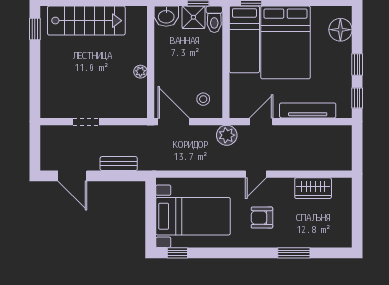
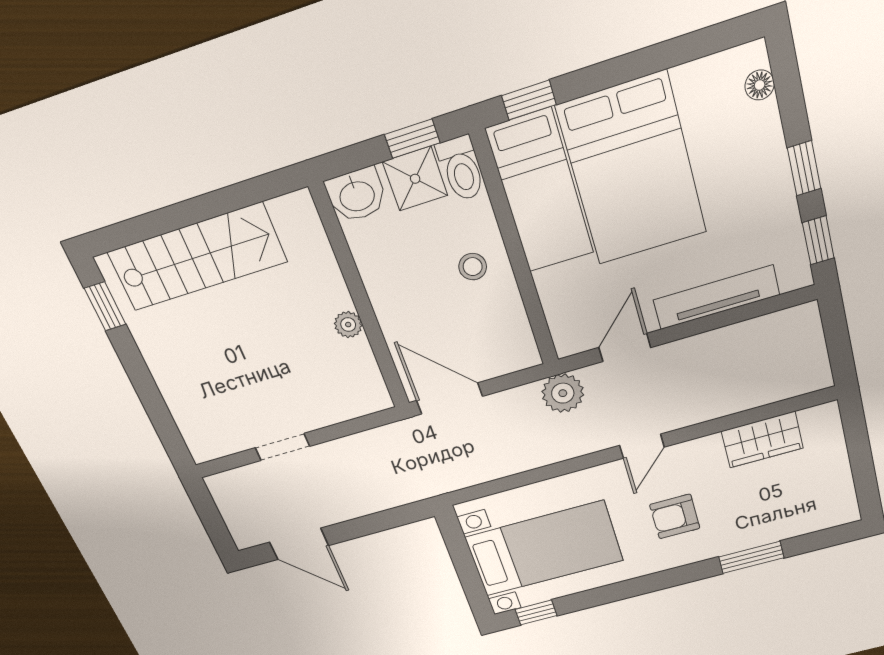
floor lamp: (340, 30) -> (760, 85), width x0.53, depth x0.53
stool: (203, 99) -> (473, 267), moved
bench: (119, 164) -> (374, 501), removed

